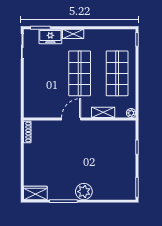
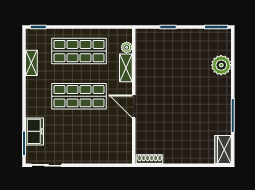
shelving: (73, 34) -> (31, 63), moved
plant: (131, 113) -> (127, 47), moved
plant: (84, 192) -> (221, 65), moved

